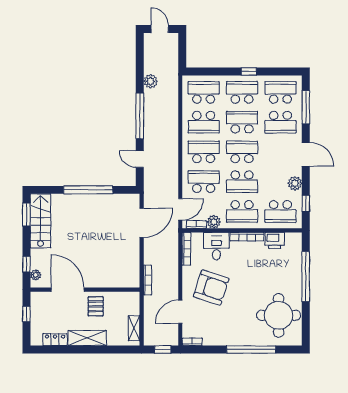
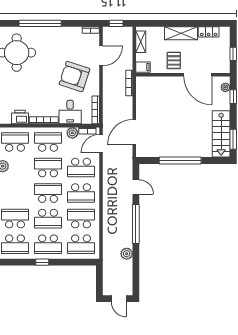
school desk: (242, 152) -> (48, 193), turned 180
filing cabinet: (131, 299) -> (143, 67), added

